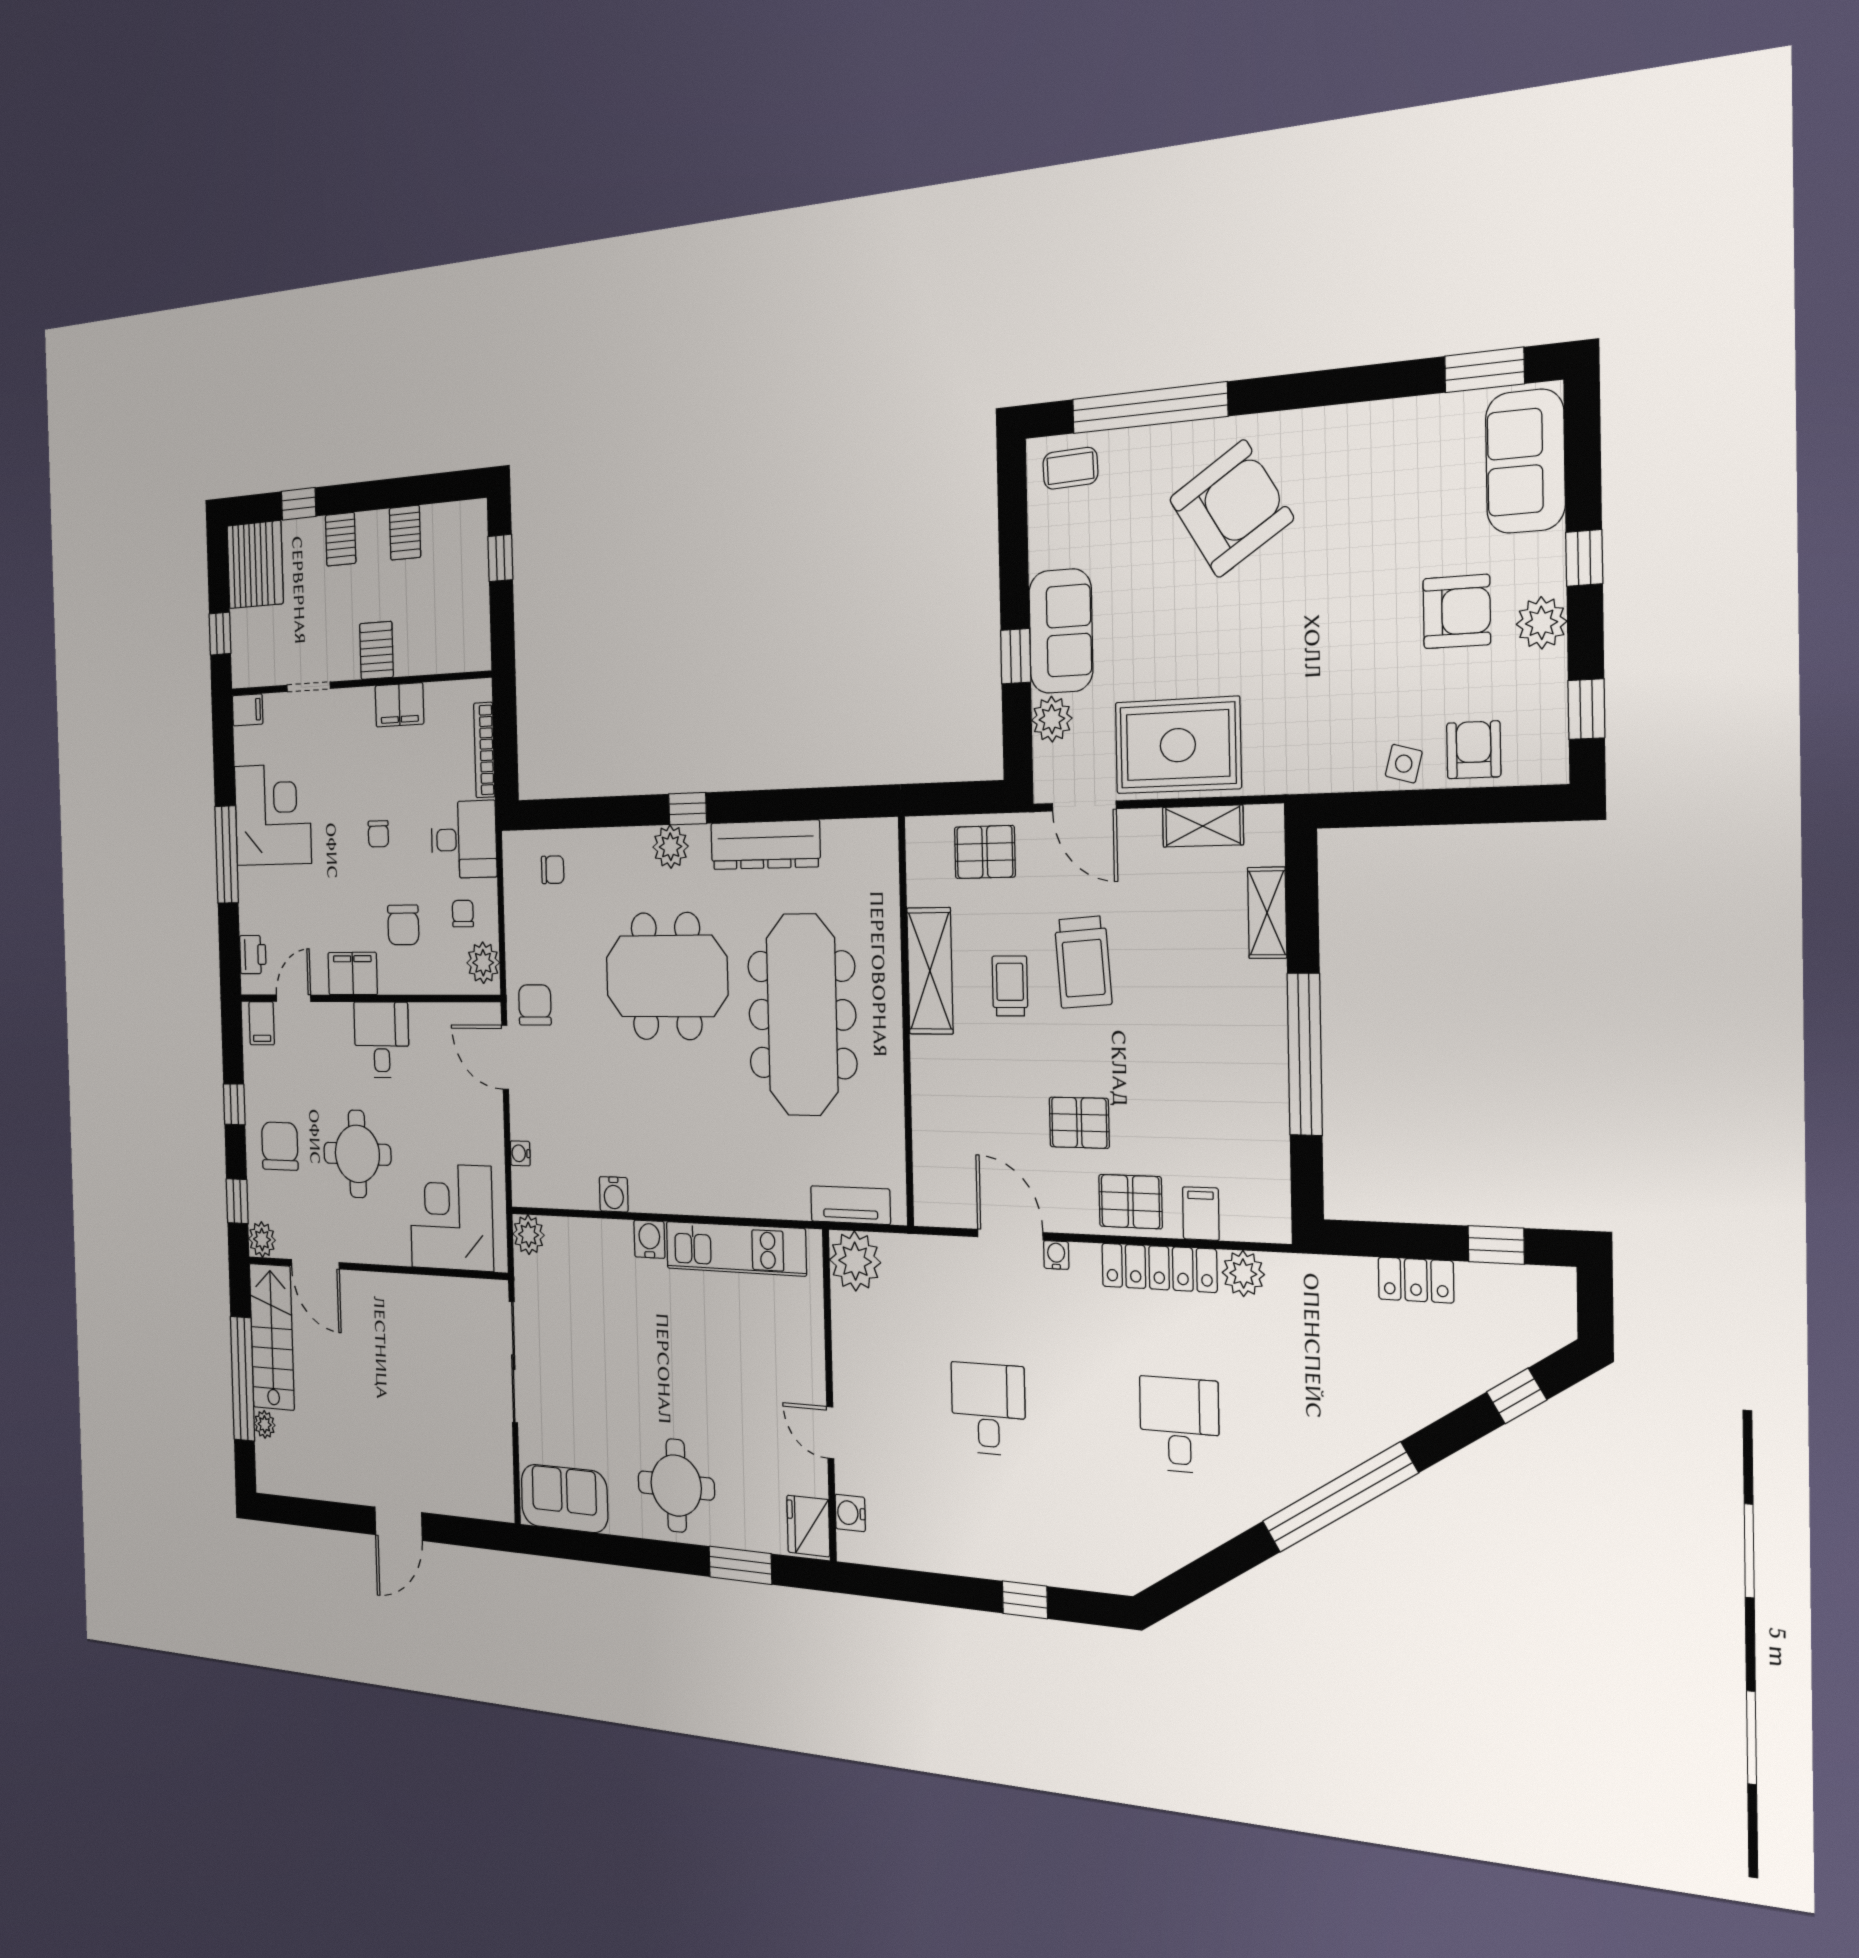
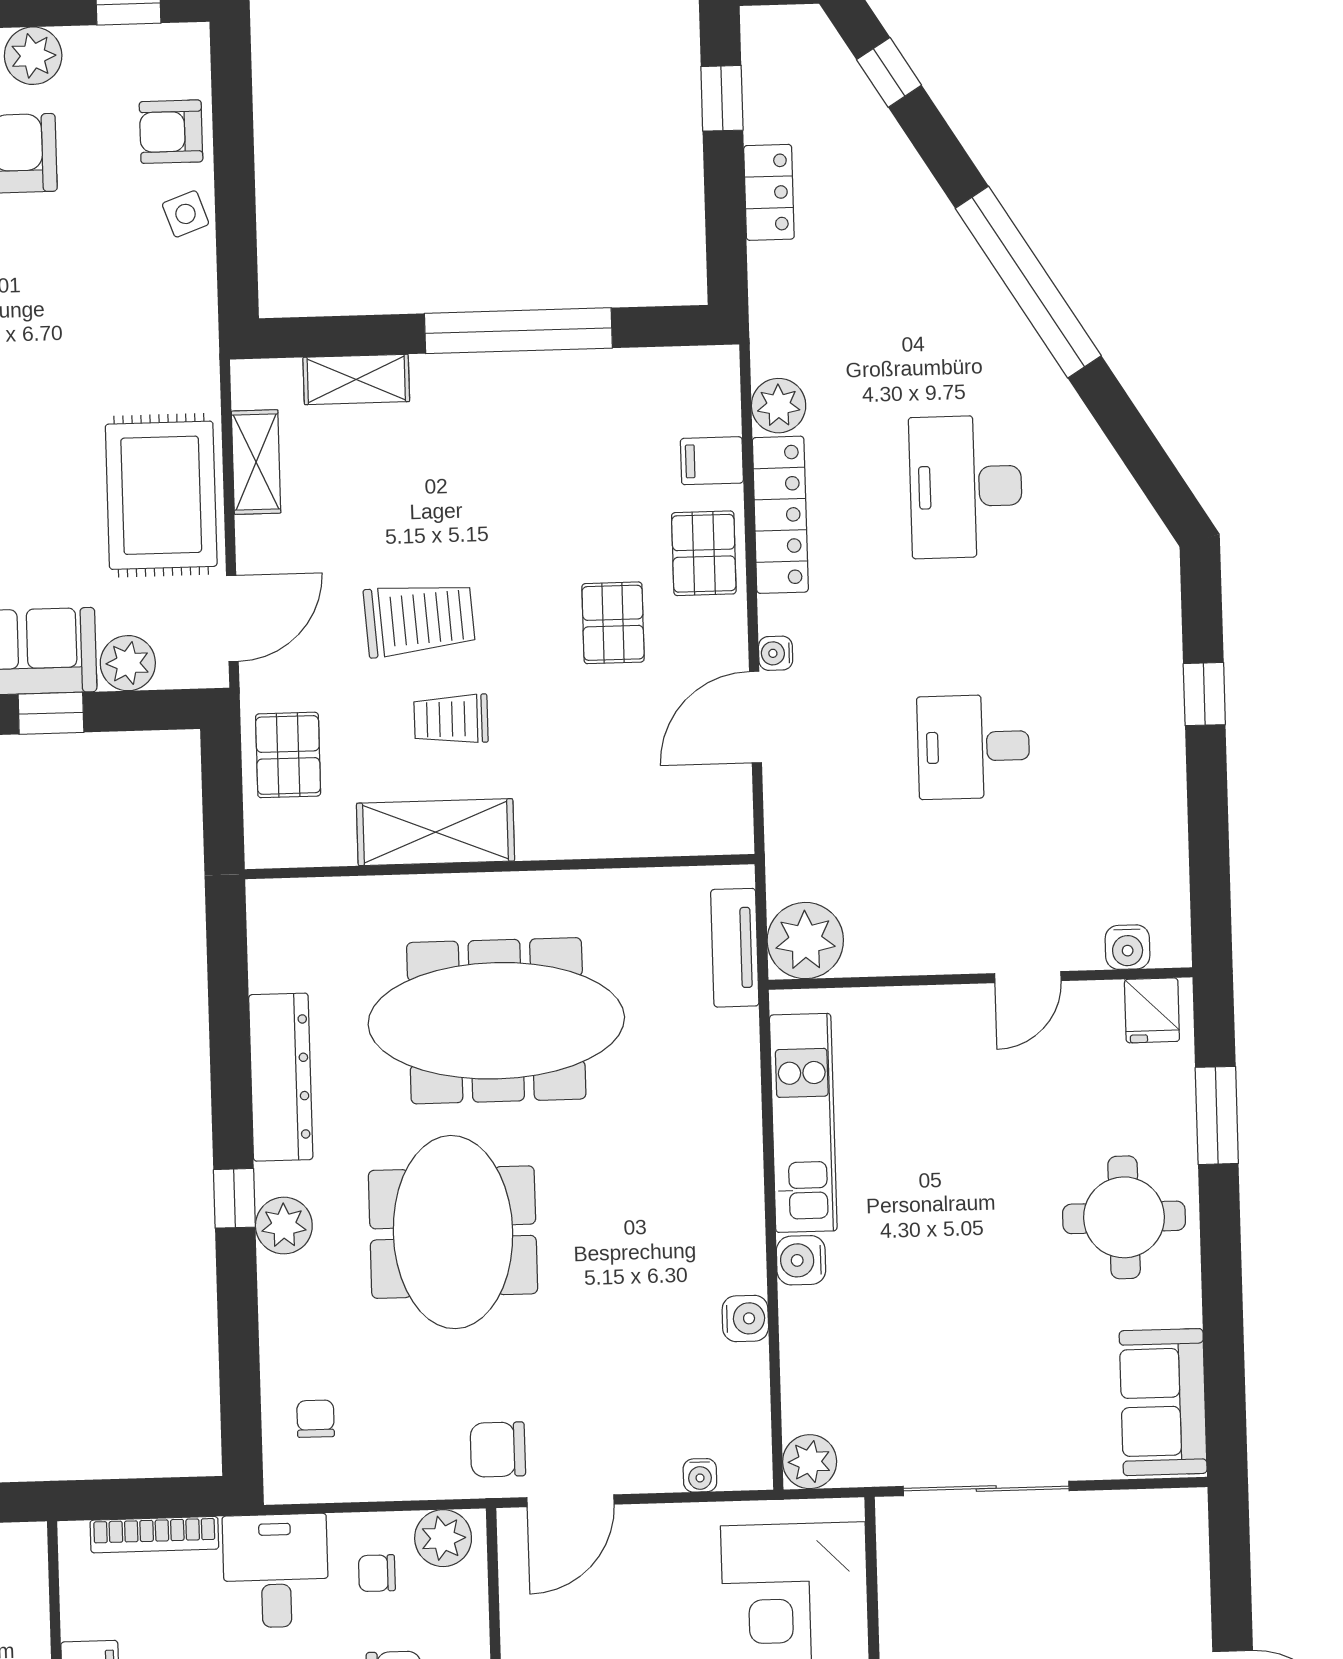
side table: (1404, 764) -> (186, 214), turned -35
desk: (1179, 1425) -> (966, 487), width x1.37
fridge: (808, 1526) -> (1152, 1010), width x0.72

